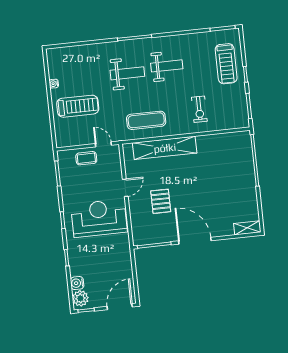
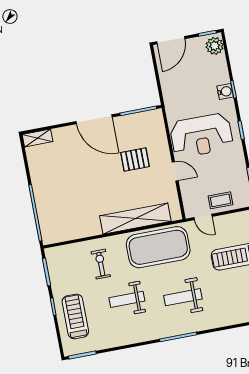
weight bench: (167, 66) -> (127, 299), moved
exercise mat: (146, 120) -> (158, 247), width x2.00, depth x1.45
door: (125, 188) -> (175, 171), swing flipped
pallet: (161, 201) -> (135, 160), turned 90
water cooler: (77, 283) -> (225, 92), moved

